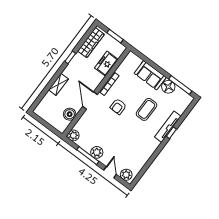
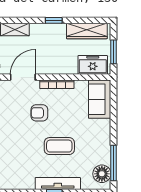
freezer: (106, 64) -> (93, 65), moved
sofa: (150, 75) -> (100, 99), moved
floor lamp: (168, 87) -> (102, 174), moved

